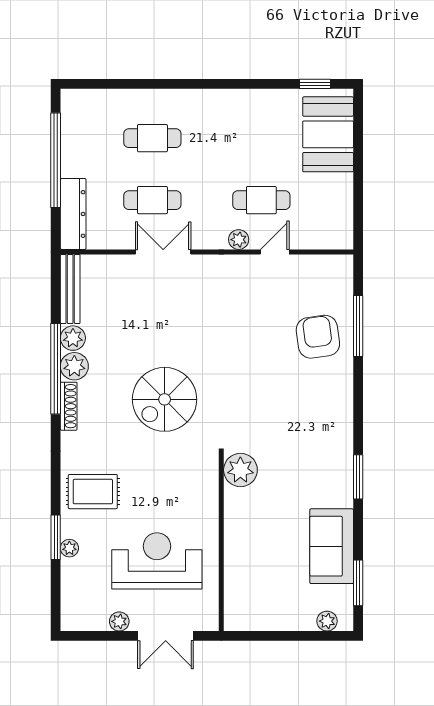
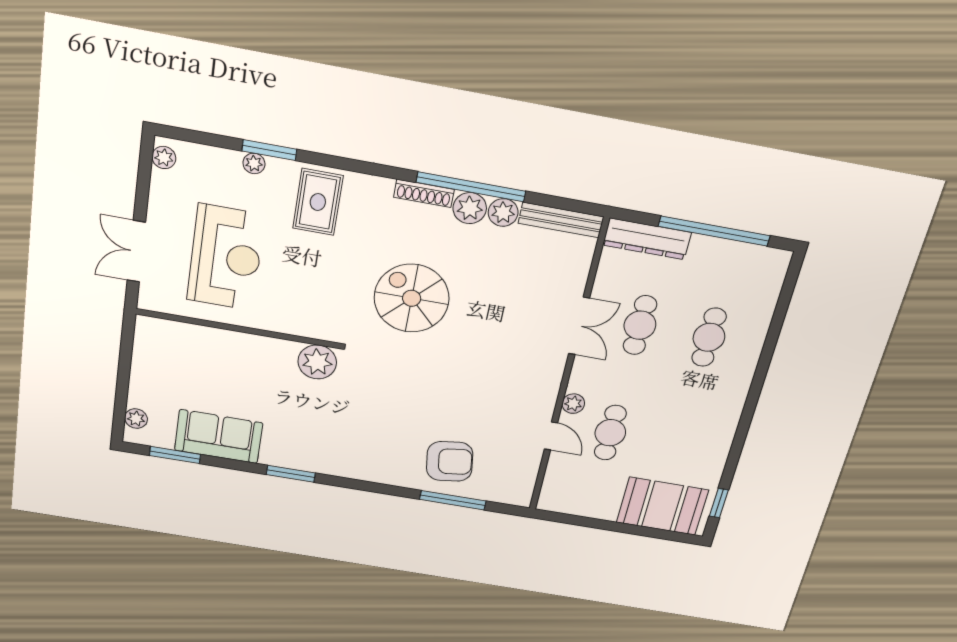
plant: (119, 621) -> (164, 158), moved

